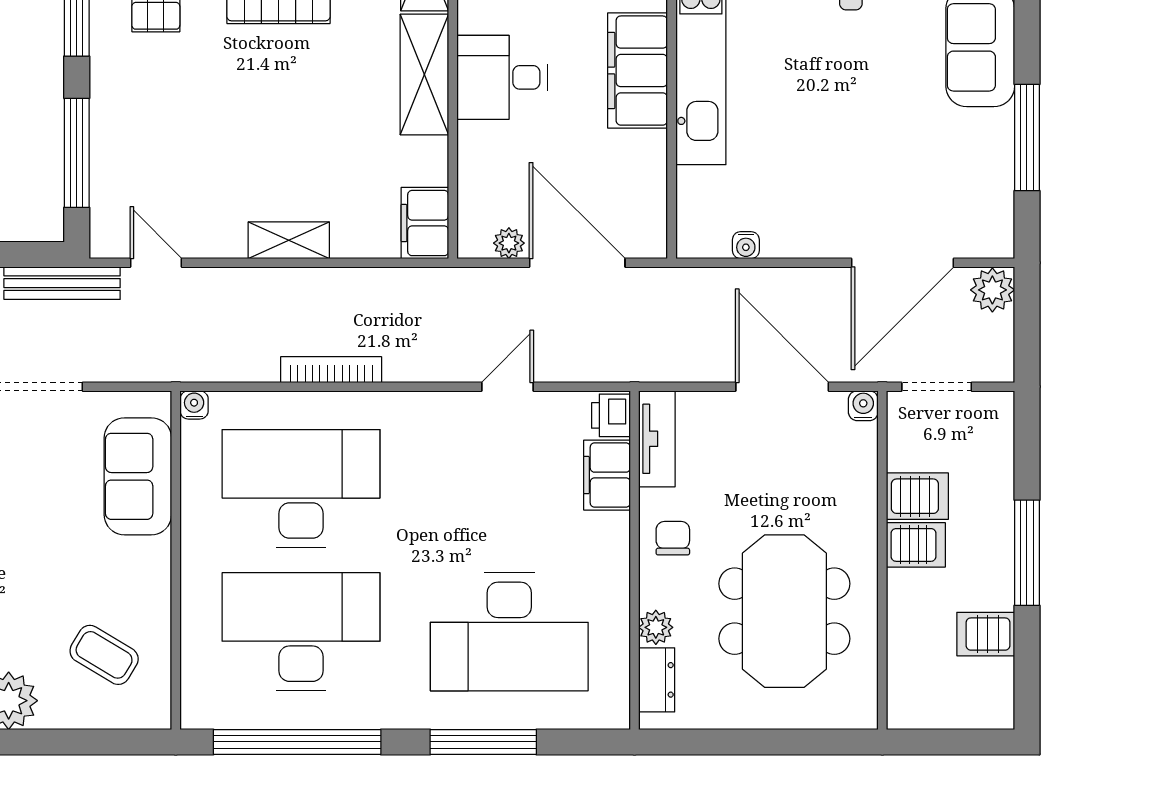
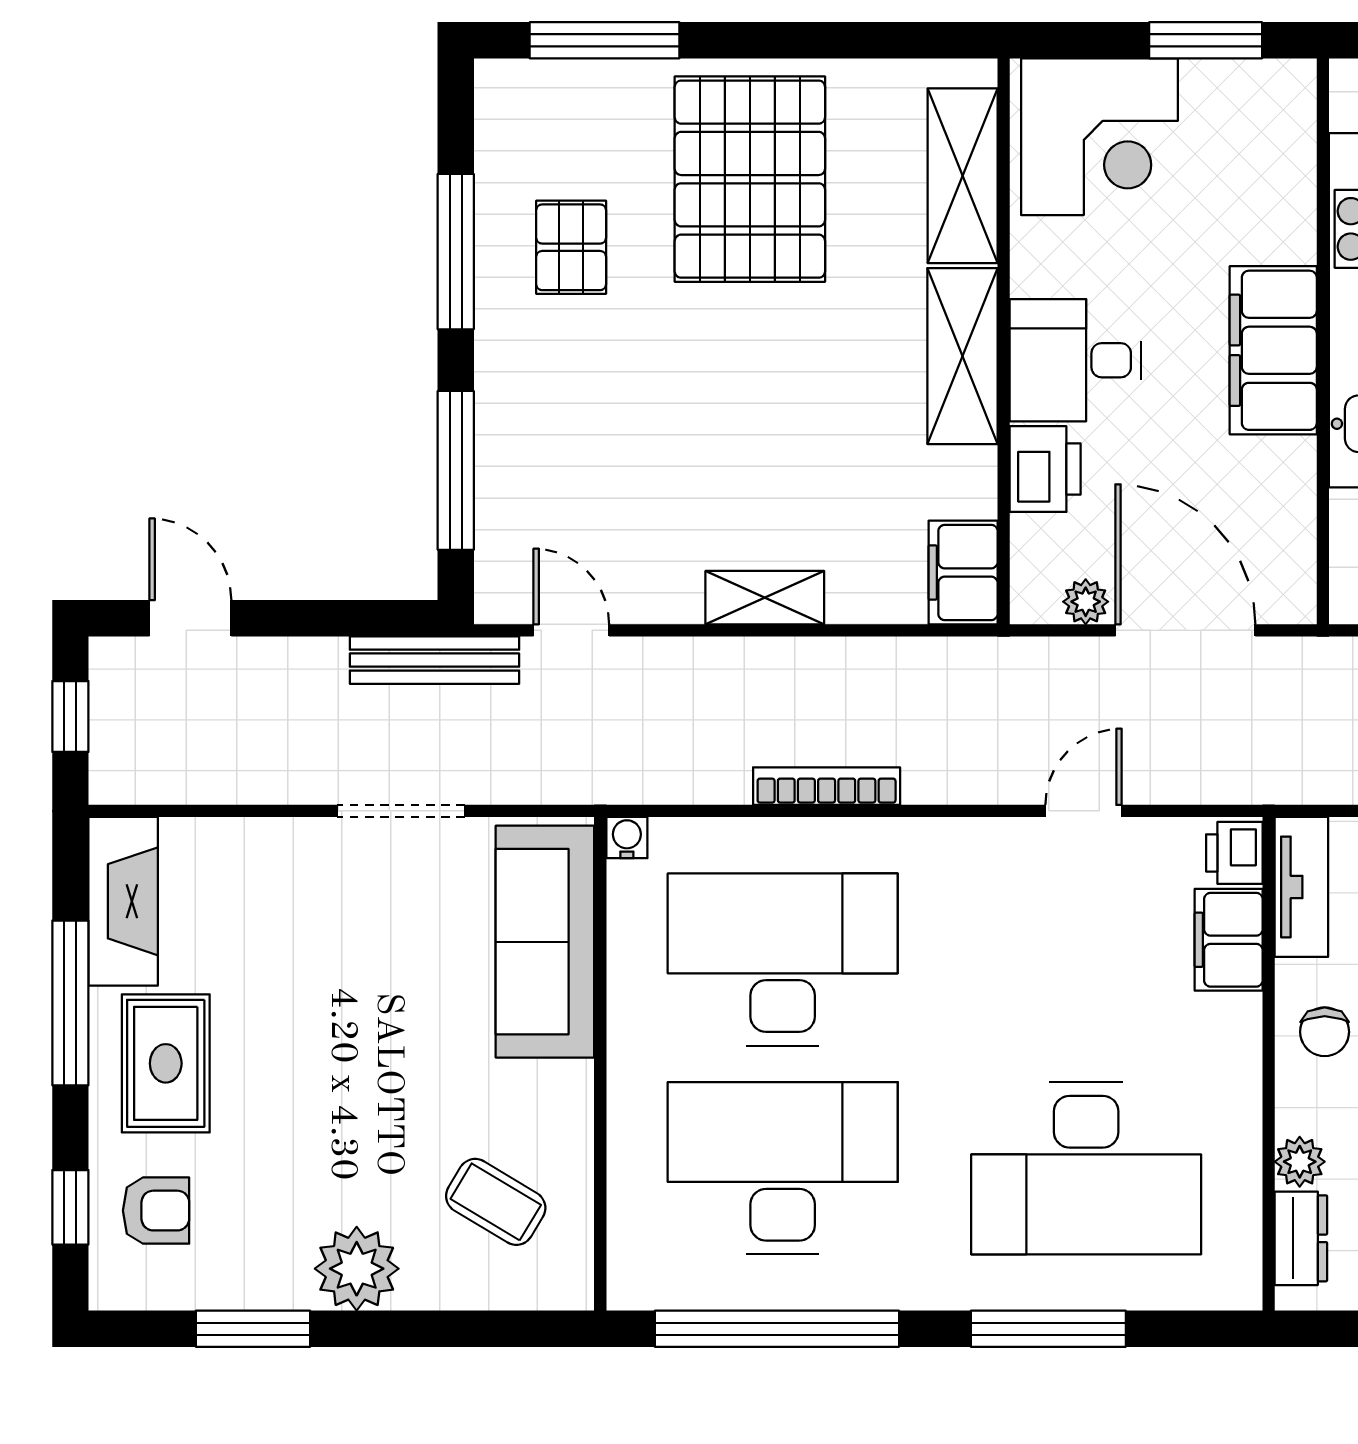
printer: (481, 152) -> (1045, 469), added
sofa: (138, 476) -> (545, 942), width x1.36
chair: (673, 538) -> (1325, 1032), turned 180

